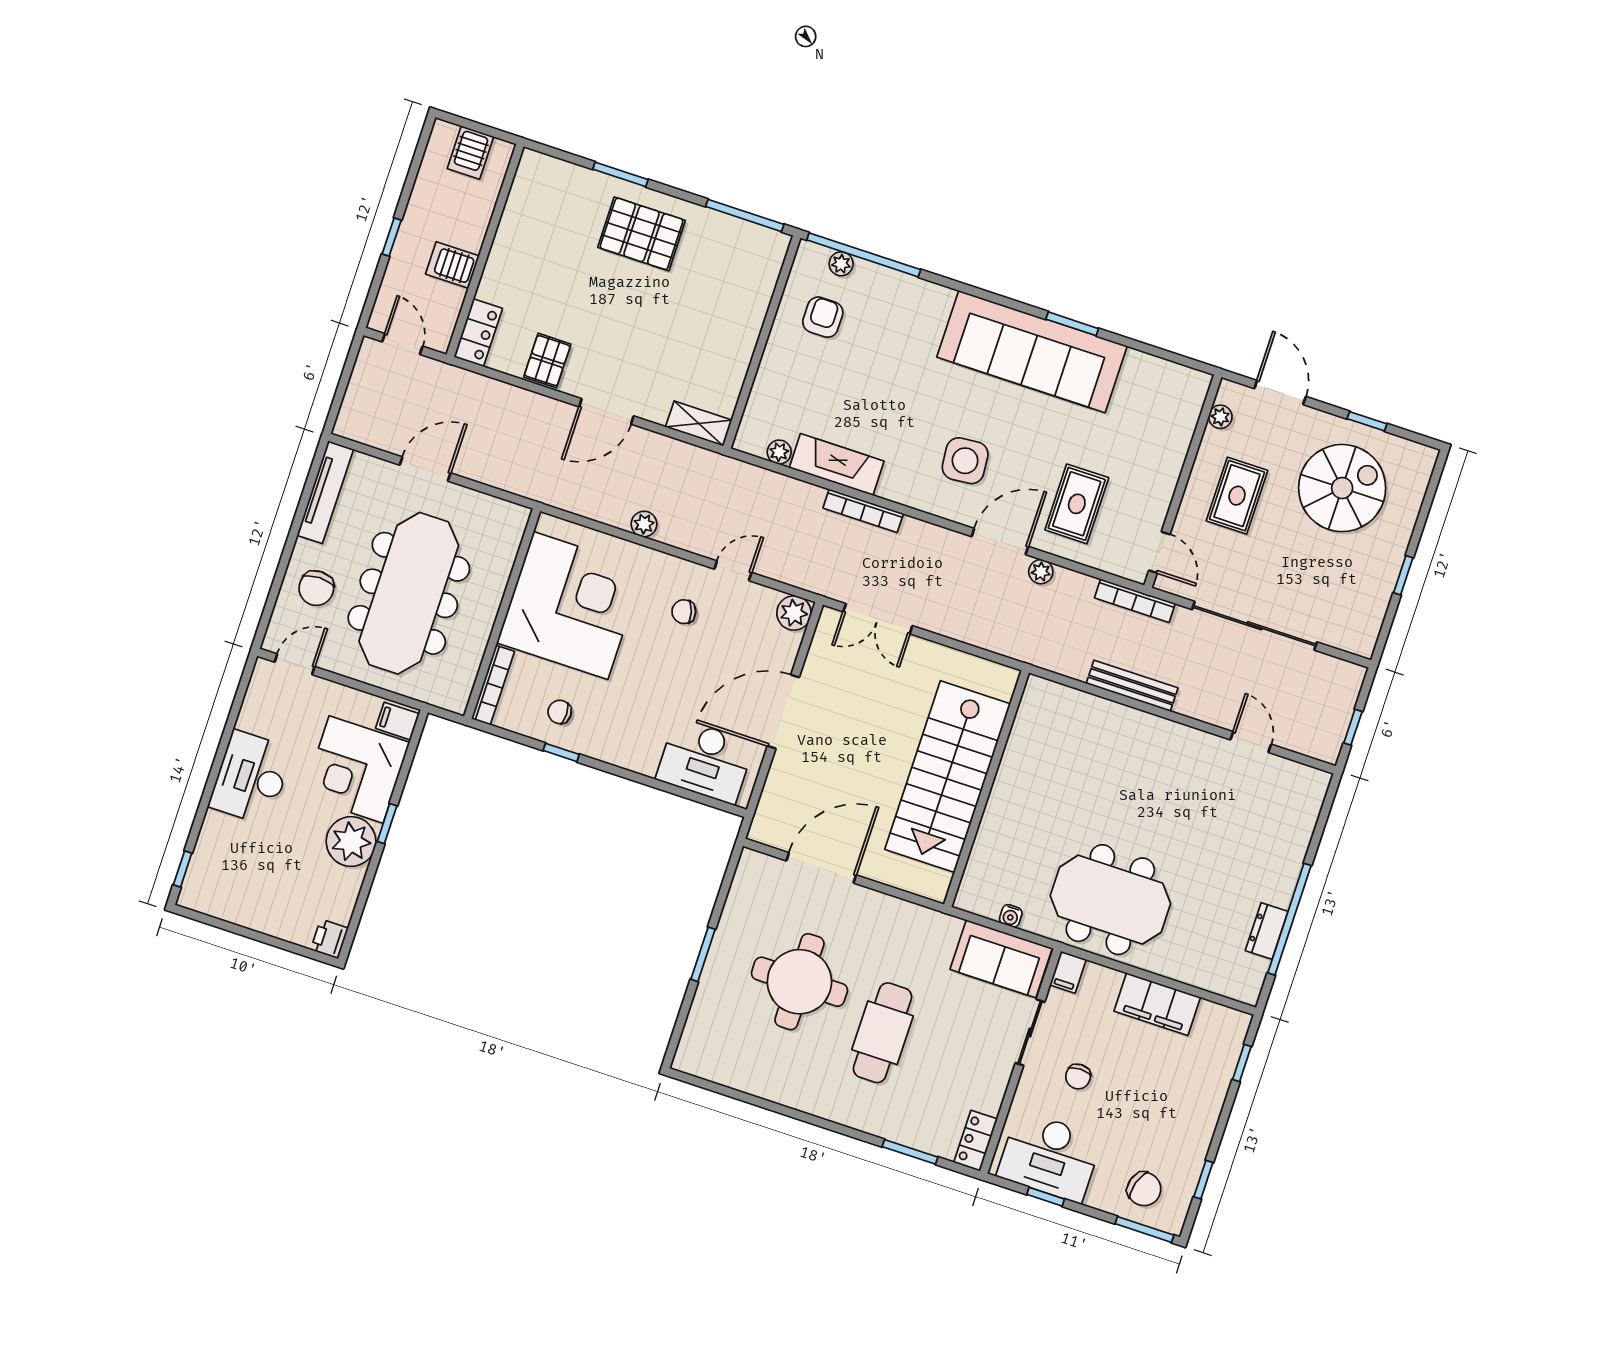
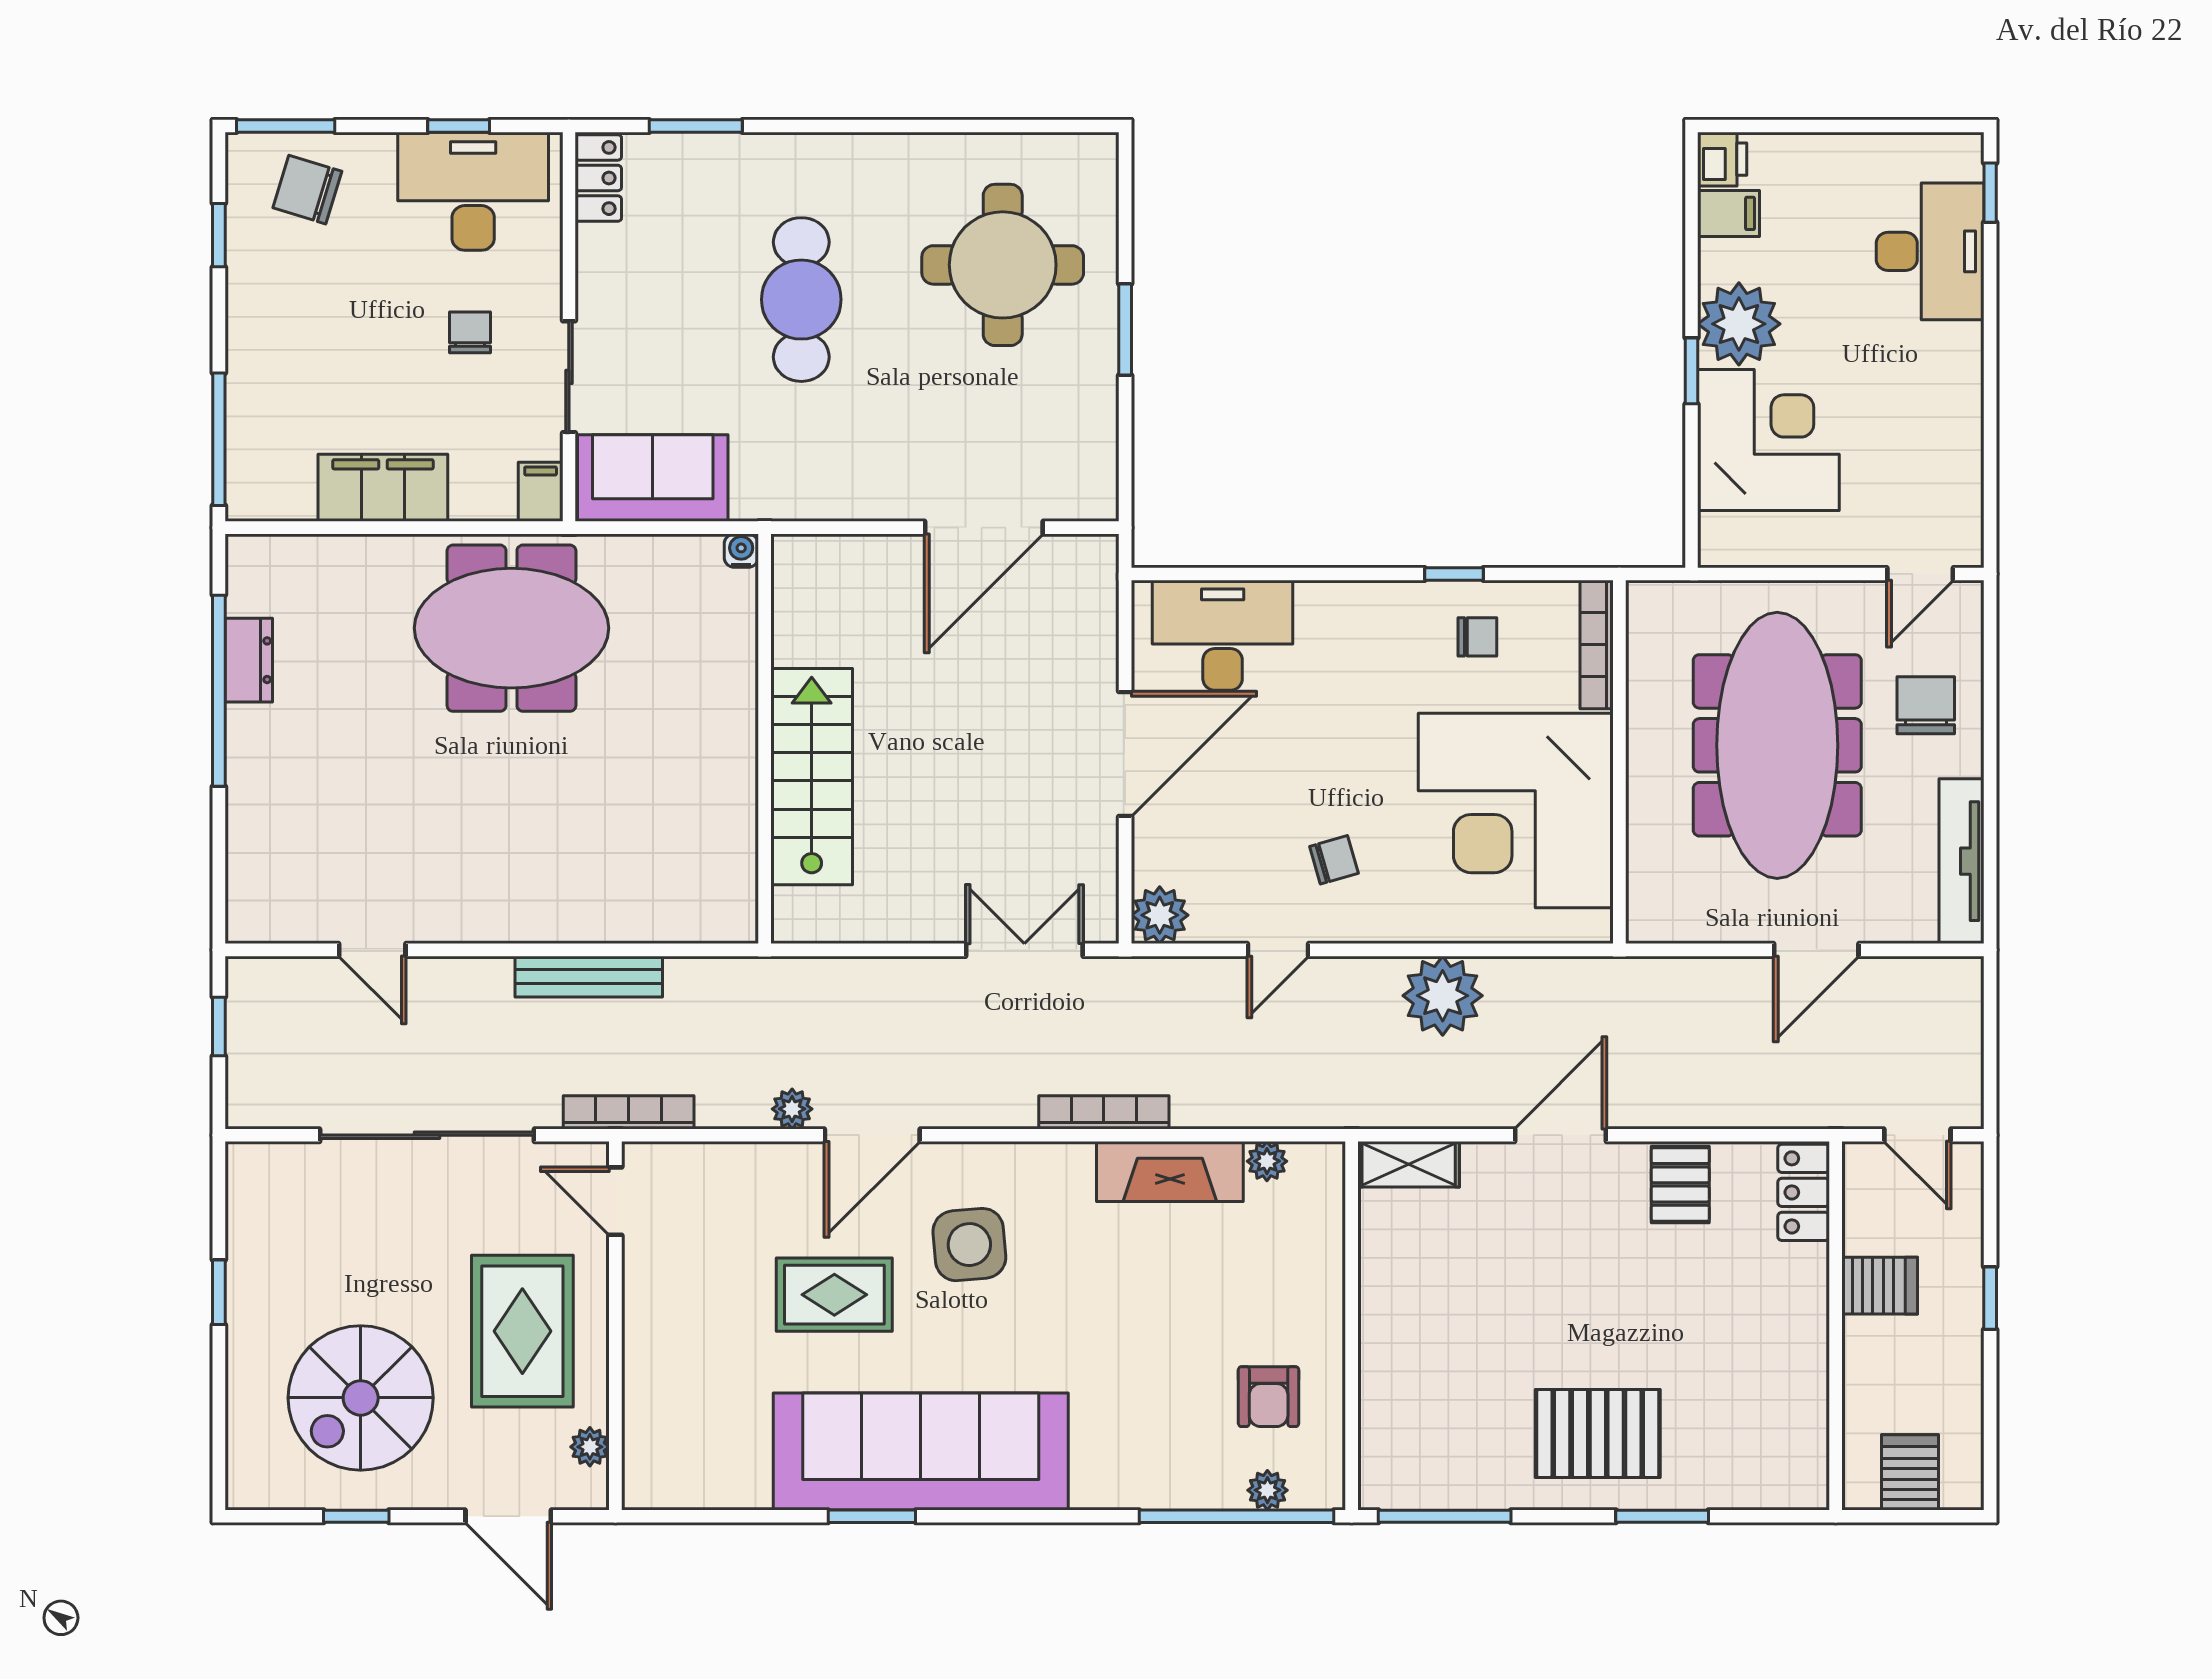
rug: (1237, 496) -> (522, 1331), width x1.36, depth x1.43
rug: (1077, 504) -> (834, 1295), moved, turned 90
plant: (644, 524) -> (1443, 996), width x1.88, depth x1.88
filing cabinet: (397, 721) -> (1728, 213), moved
stairs: (948, 777) -> (812, 777), width x0.73, depth x0.66
desk: (251, 778) -> (1930, 251), moved
water cooler: (1011, 916) -> (741, 551), moved
round table: (799, 982) -> (1003, 265), moved
window: (1242, 1063) -> (219, 439), width x2.17

